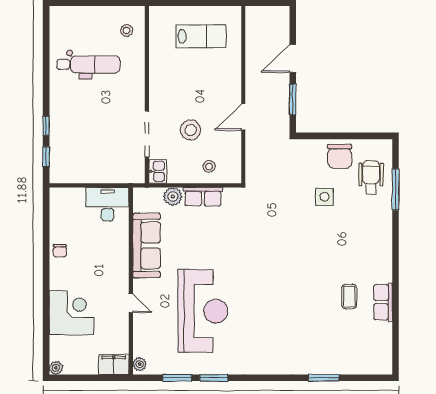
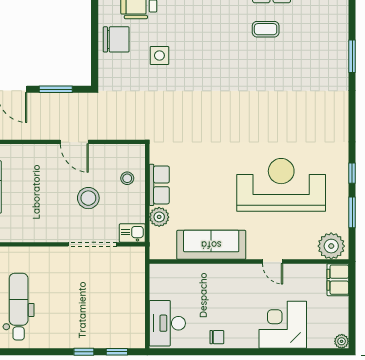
desk: (107, 204) -> (167, 323), moved
door: (131, 303) -> (273, 262), swing flipped
plant: (140, 364) -> (331, 246), width x1.87, depth x1.87
window: (214, 378) -> (352, 173), width x0.67

